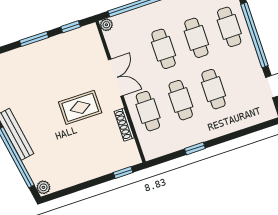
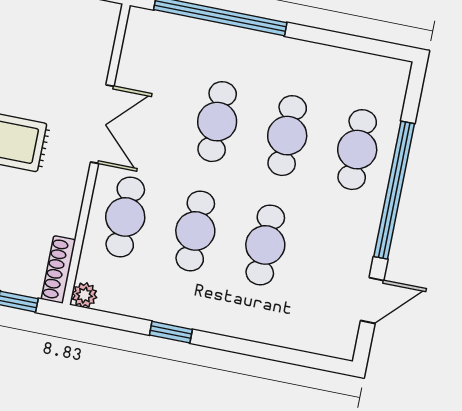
plant: (106, 25) -> (84, 295), moved
shoe rack: (124, 125) -> (58, 270), moved

